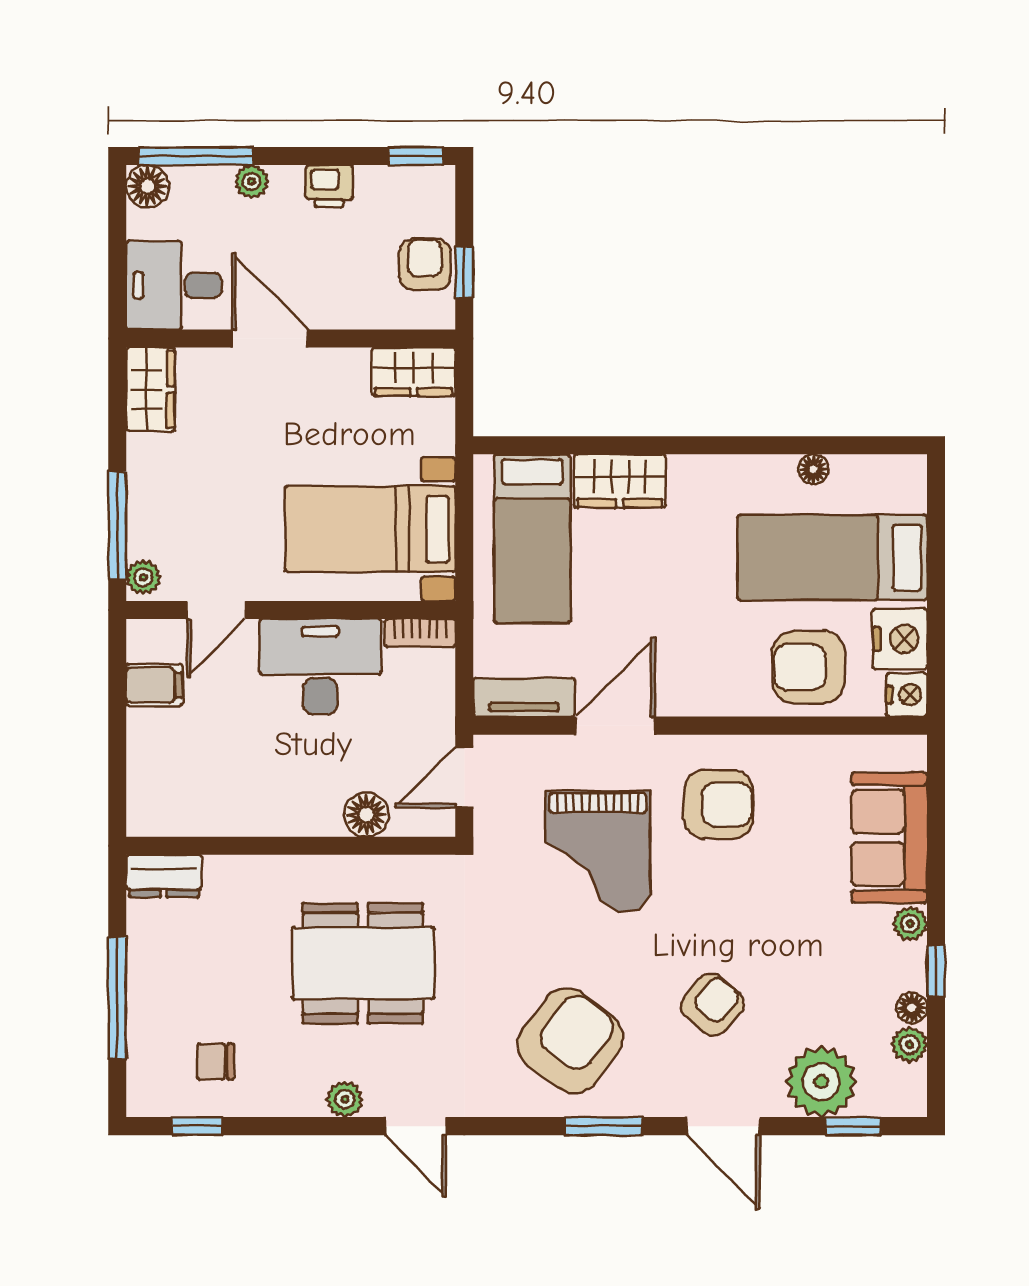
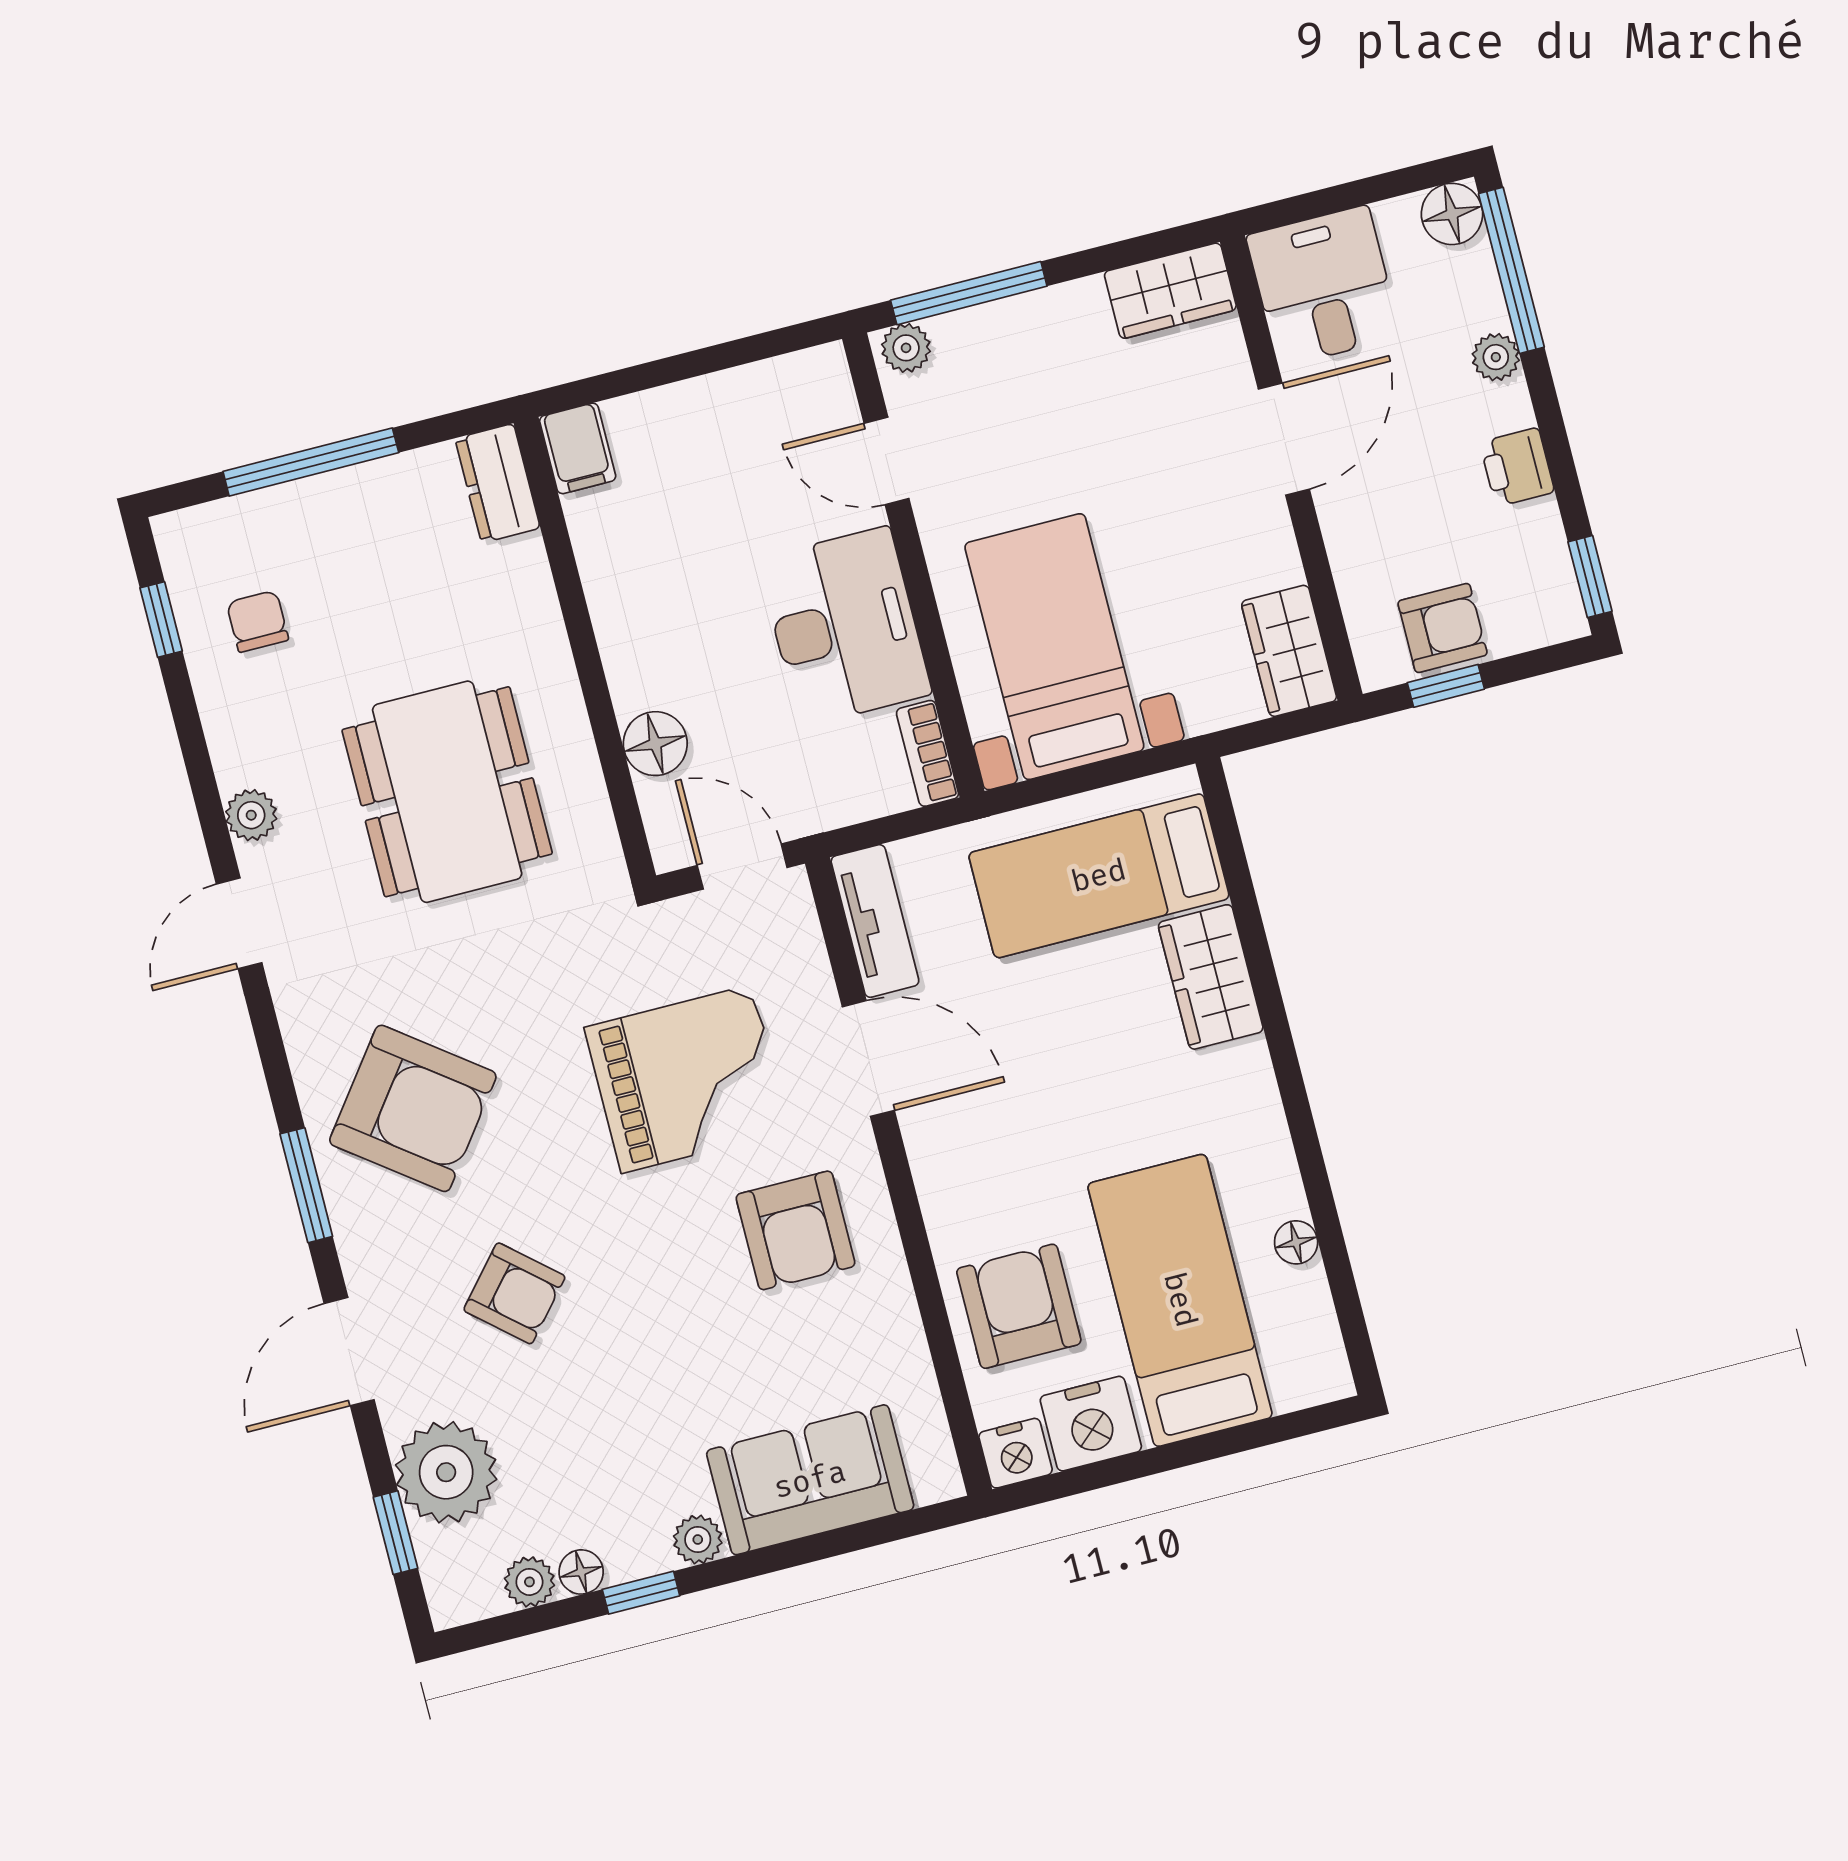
filing cabinet: (154, 685) -> (578, 448), moved
grand piano: (598, 851) -> (687, 1079), turned 180

